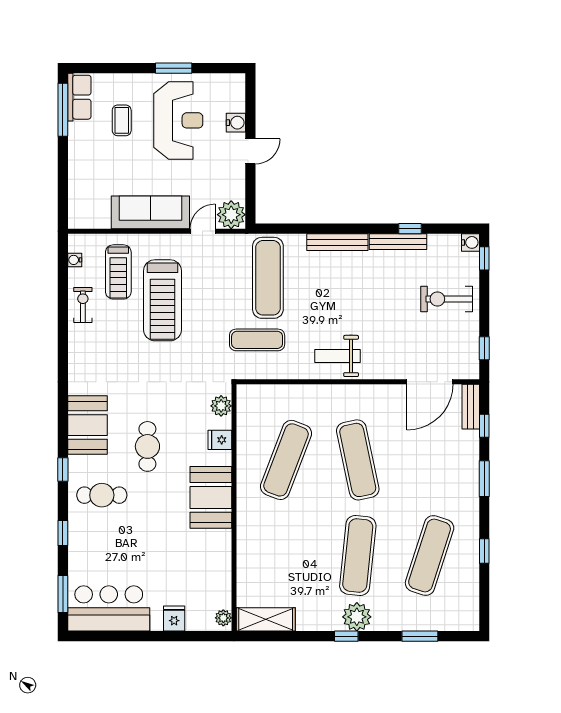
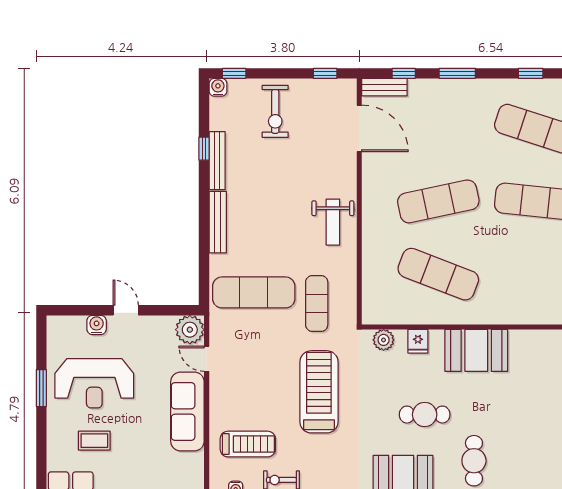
reception desk: (178, 120) -> (94, 383), turned 180
treadmill: (163, 300) -> (319, 392), moved, turned -90

